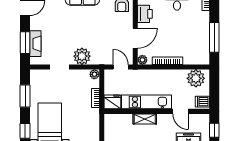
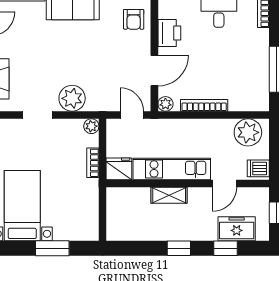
door: (181, 111) -> (224, 183), hinge flipped

